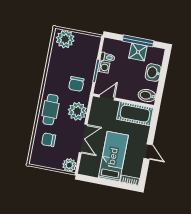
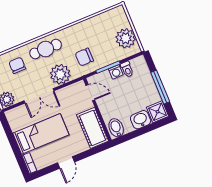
plant: (65, 39) -> (126, 38), moved
shower: (138, 52) -> (158, 112), moved

